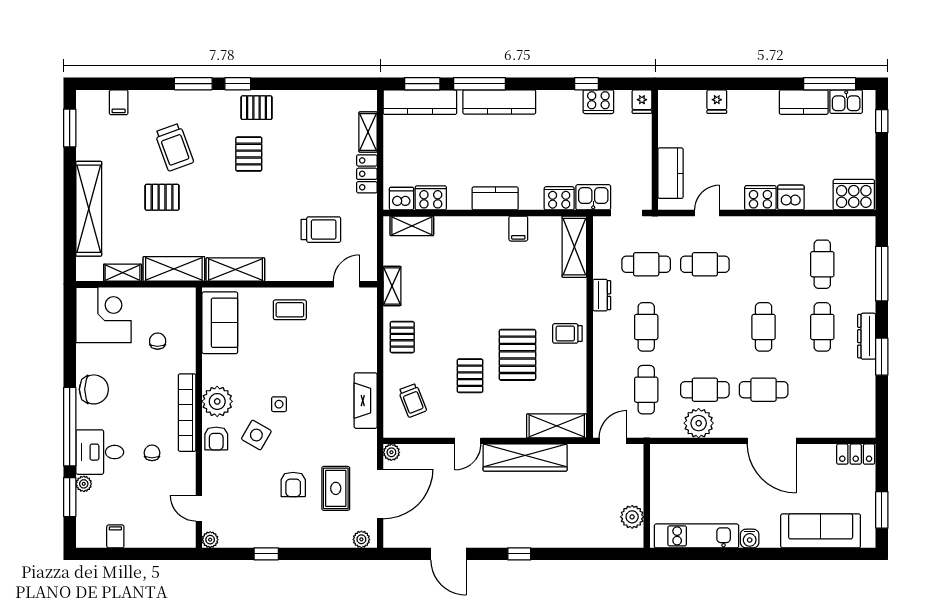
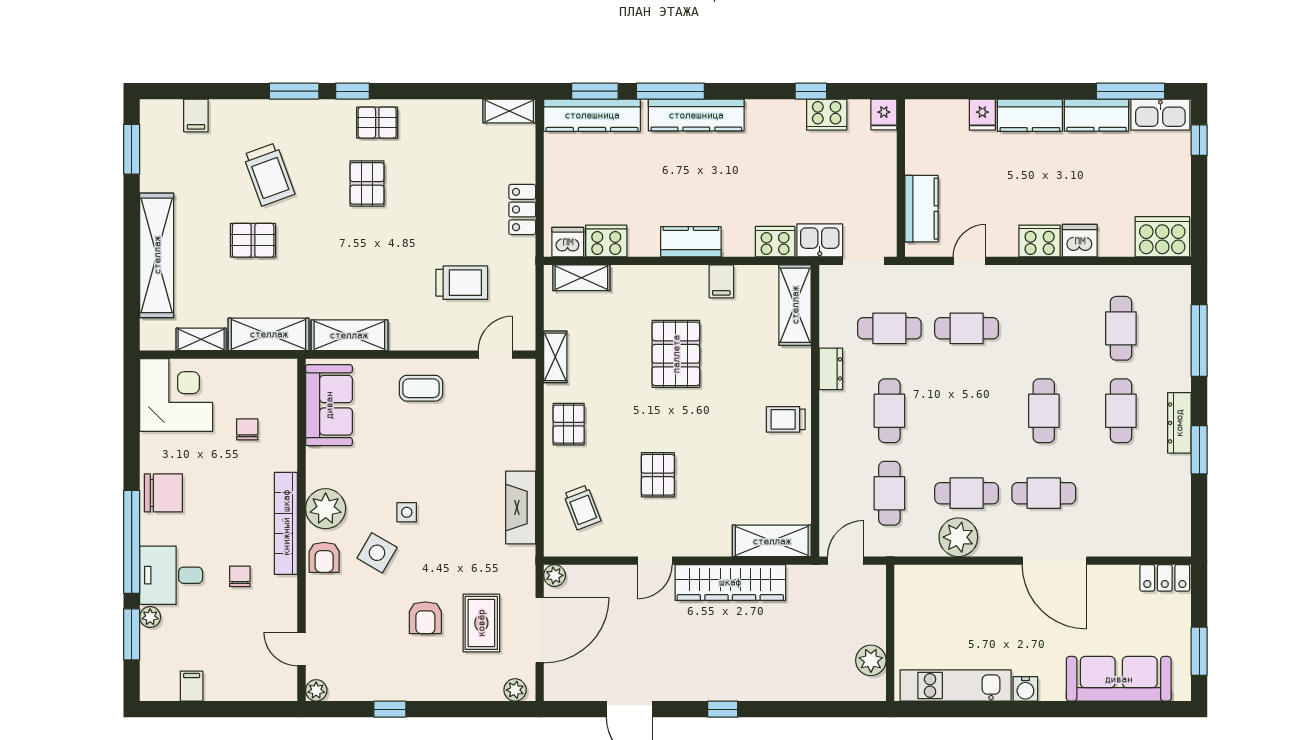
kitchen counter: (753, 102) -> (1030, 115), added
kitchen sink: (846, 102) -> (1160, 115), width x1.38
shelving: (368, 132) -> (509, 111), moved, turned 90
pallet: (517, 355) -> (676, 354), moved

